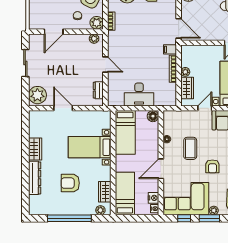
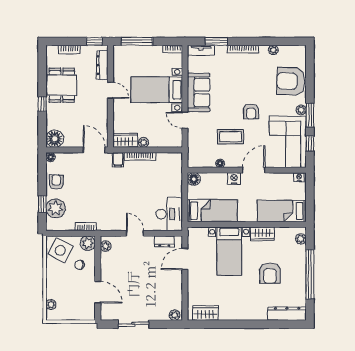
door: (179, 28) -> (94, 150), hinge flipped
door: (105, 64) -> (135, 233), hinge flipped
wardrobe: (187, 88) -> (125, 140), moved
plant: (37, 95) -> (175, 315), width x0.53, depth x0.53
desk: (139, 95) -> (169, 214), moved
door: (63, 108) -> (185, 259), moved
wardrobe: (35, 149) -> (206, 313), moved
armchair: (212, 166) -> (251, 111), turned 90
door: (161, 169) -> (254, 170), swing flipped
dresser: (35, 178) -> (287, 314), moved
wardrobe: (105, 192) -> (262, 234), moved
nightstand: (153, 198) -> (234, 179), moved

